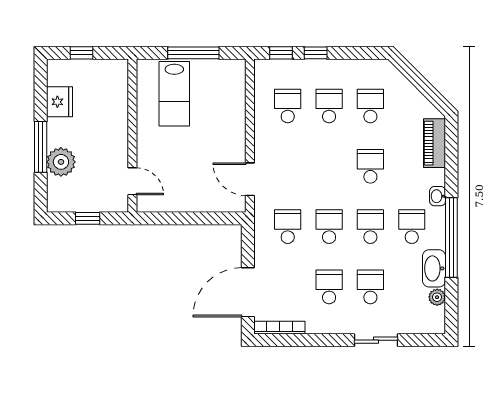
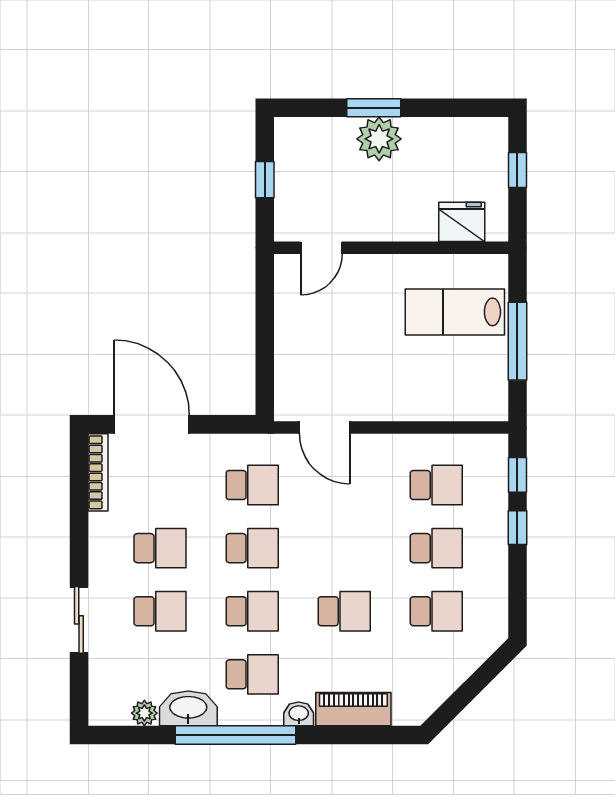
fridge: (59, 102) -> (462, 222), moved, turned 180
piano: (435, 143) -> (353, 709), moved
window: (41, 147) -> (374, 108), width x0.69
plant: (61, 162) -> (379, 139), moved
door: (250, 179) -> (324, 427), swing flipped

